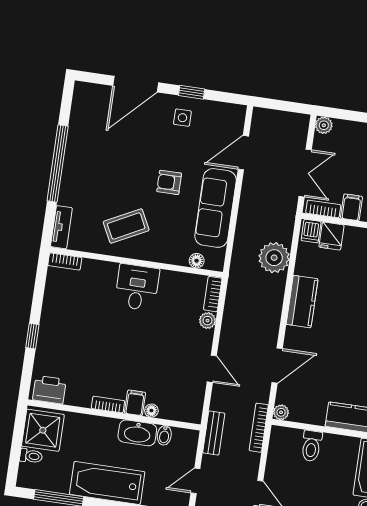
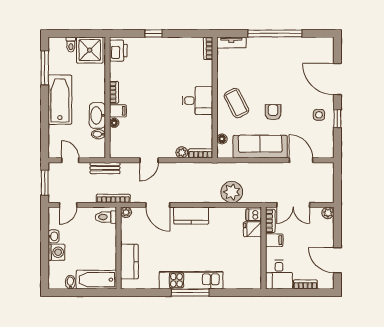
coffee table: (126, 226) -> (236, 103), moved
kitchen counter: (302, 302) -> (191, 216), moved
toilet: (311, 446) -> (106, 217), moved

